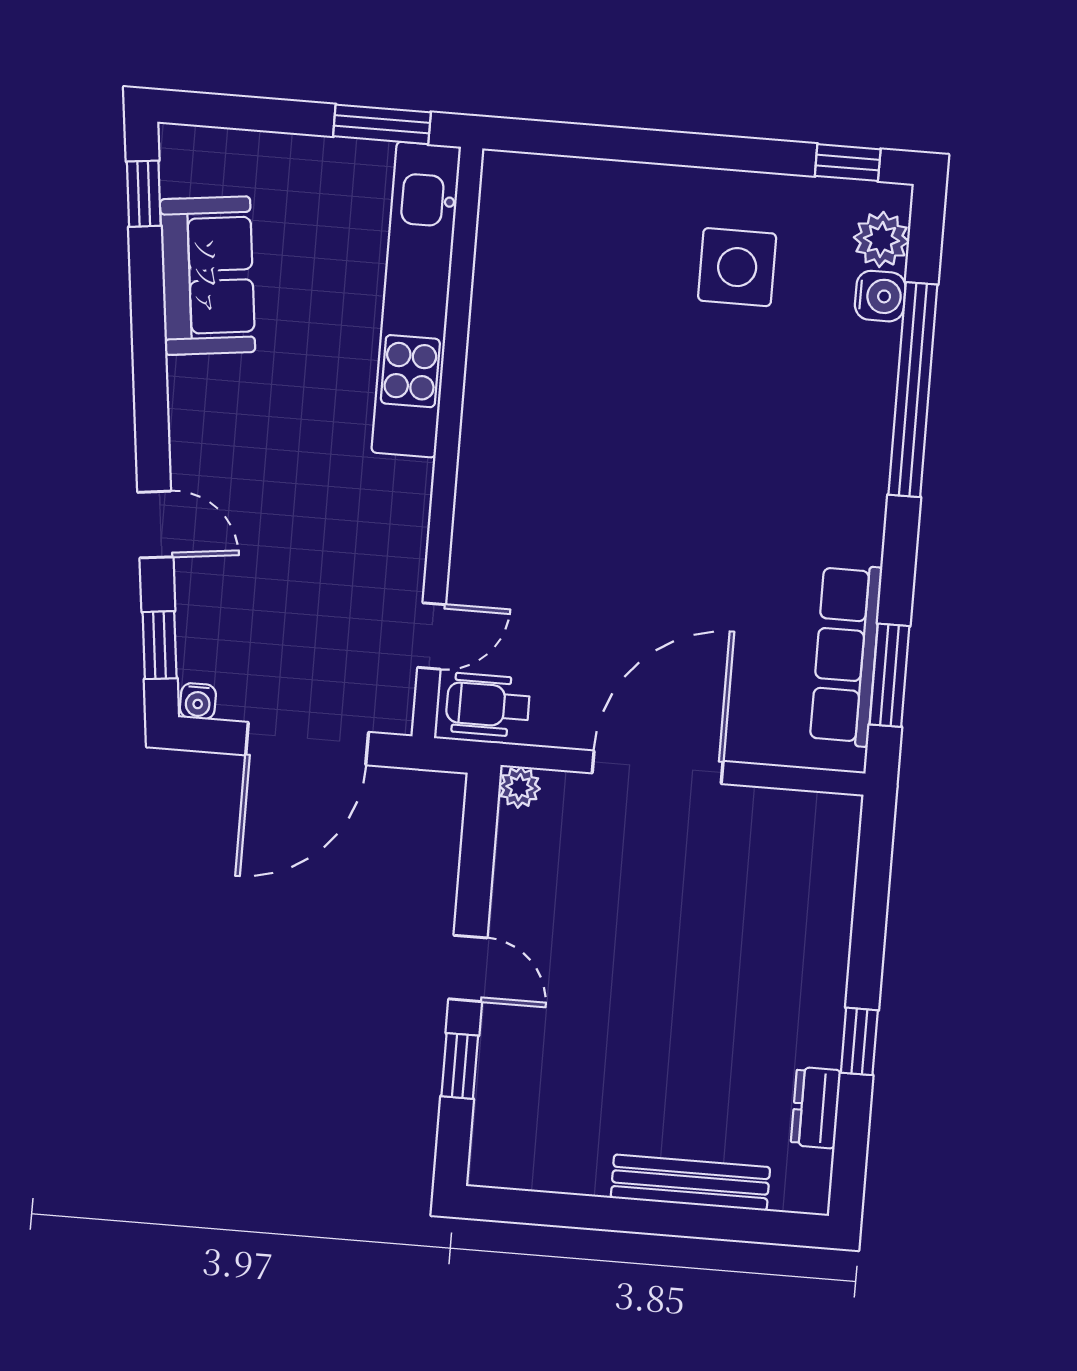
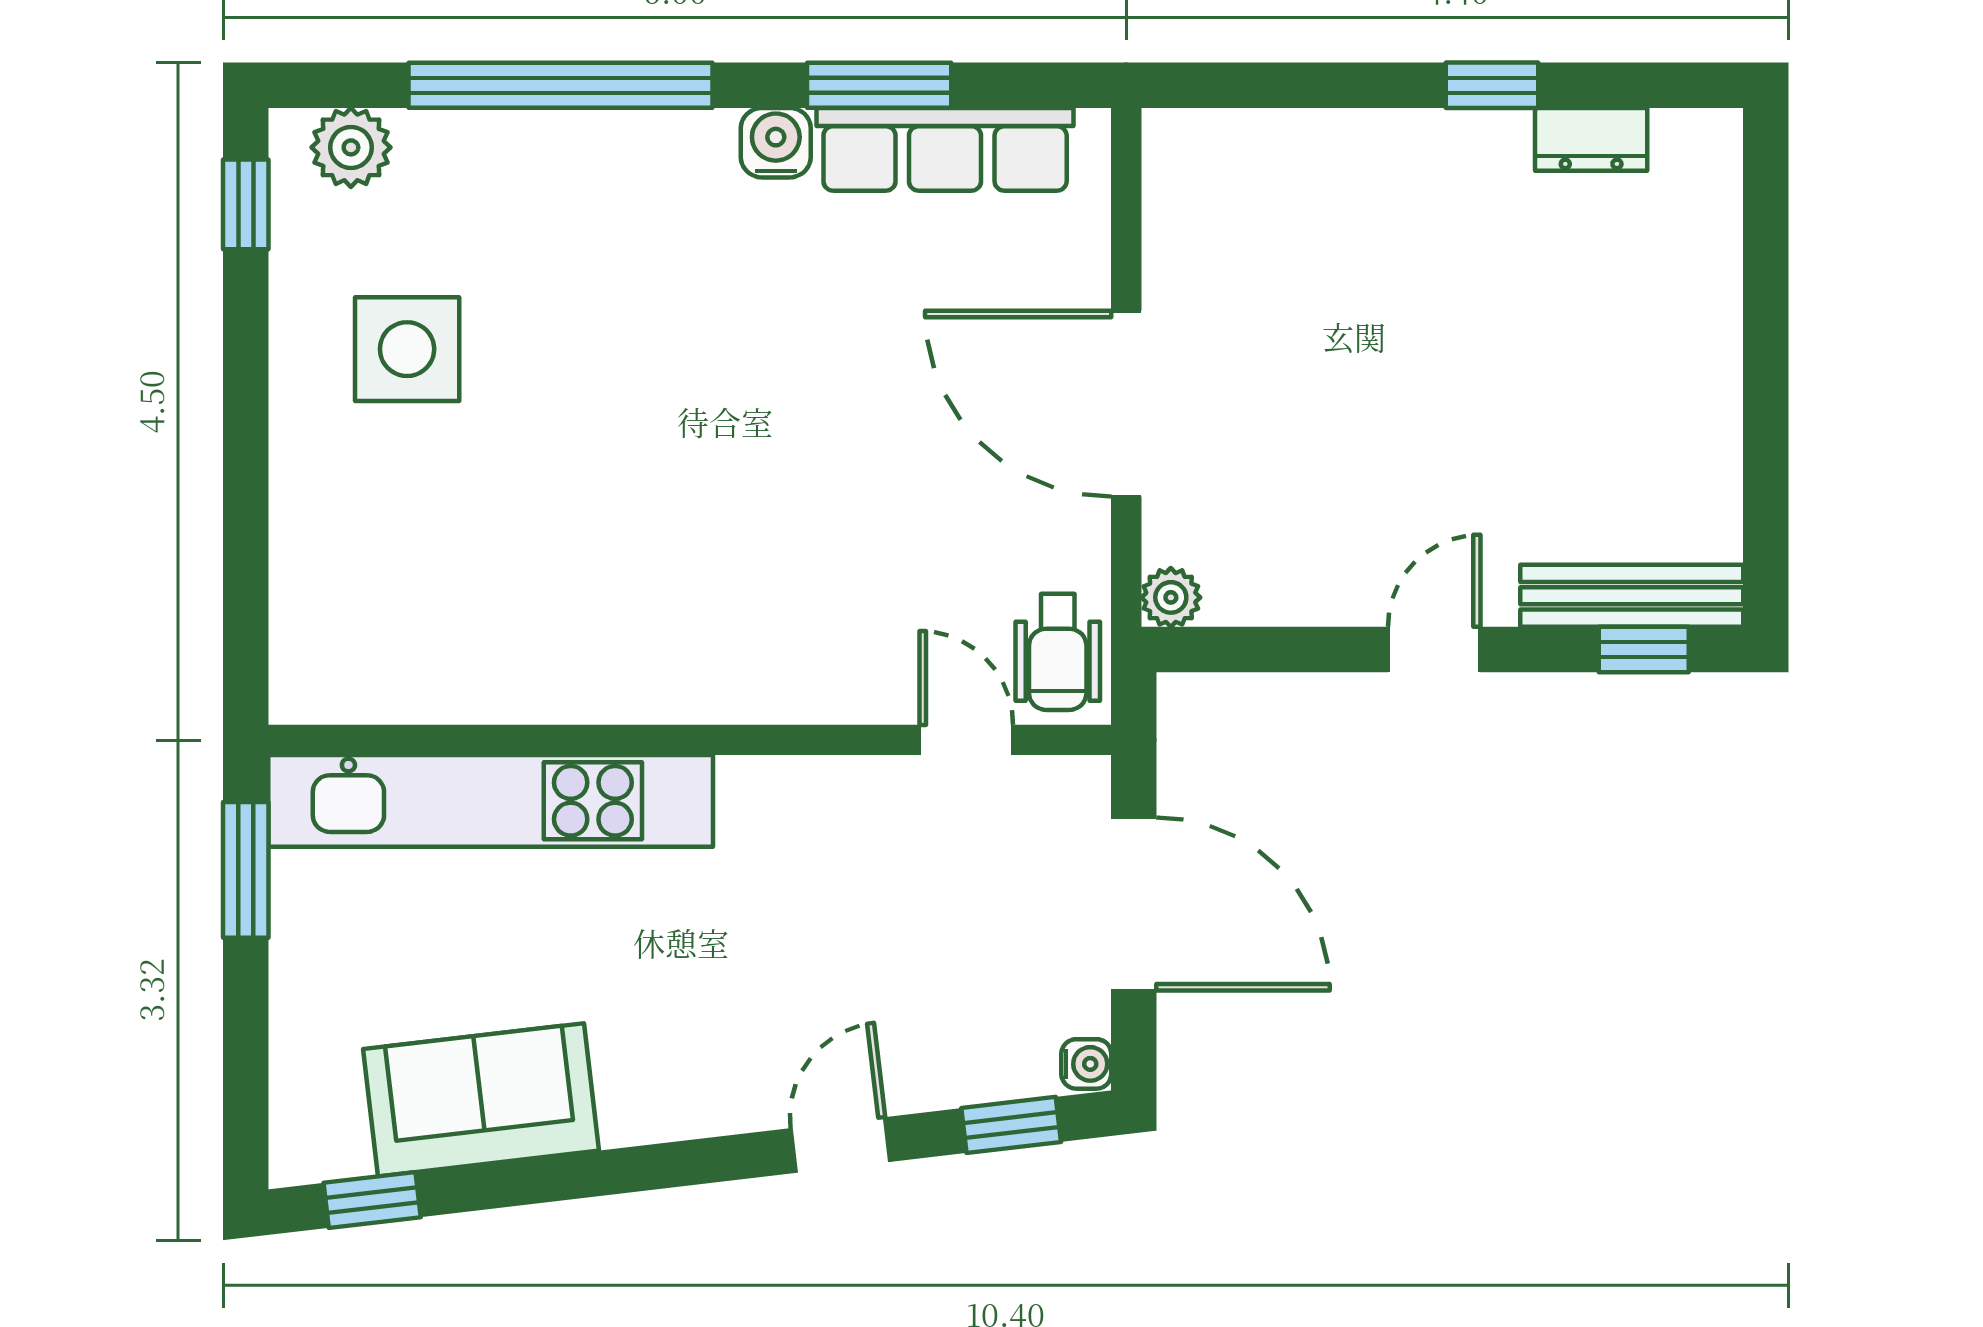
water cooler: (880, 296) -> (776, 143), moved
window: (889, 675) -> (879, 85), moved
window: (460, 1066) -> (1644, 650), moved
bench: (690, 1183) -> (1632, 596), moved, turned 90

